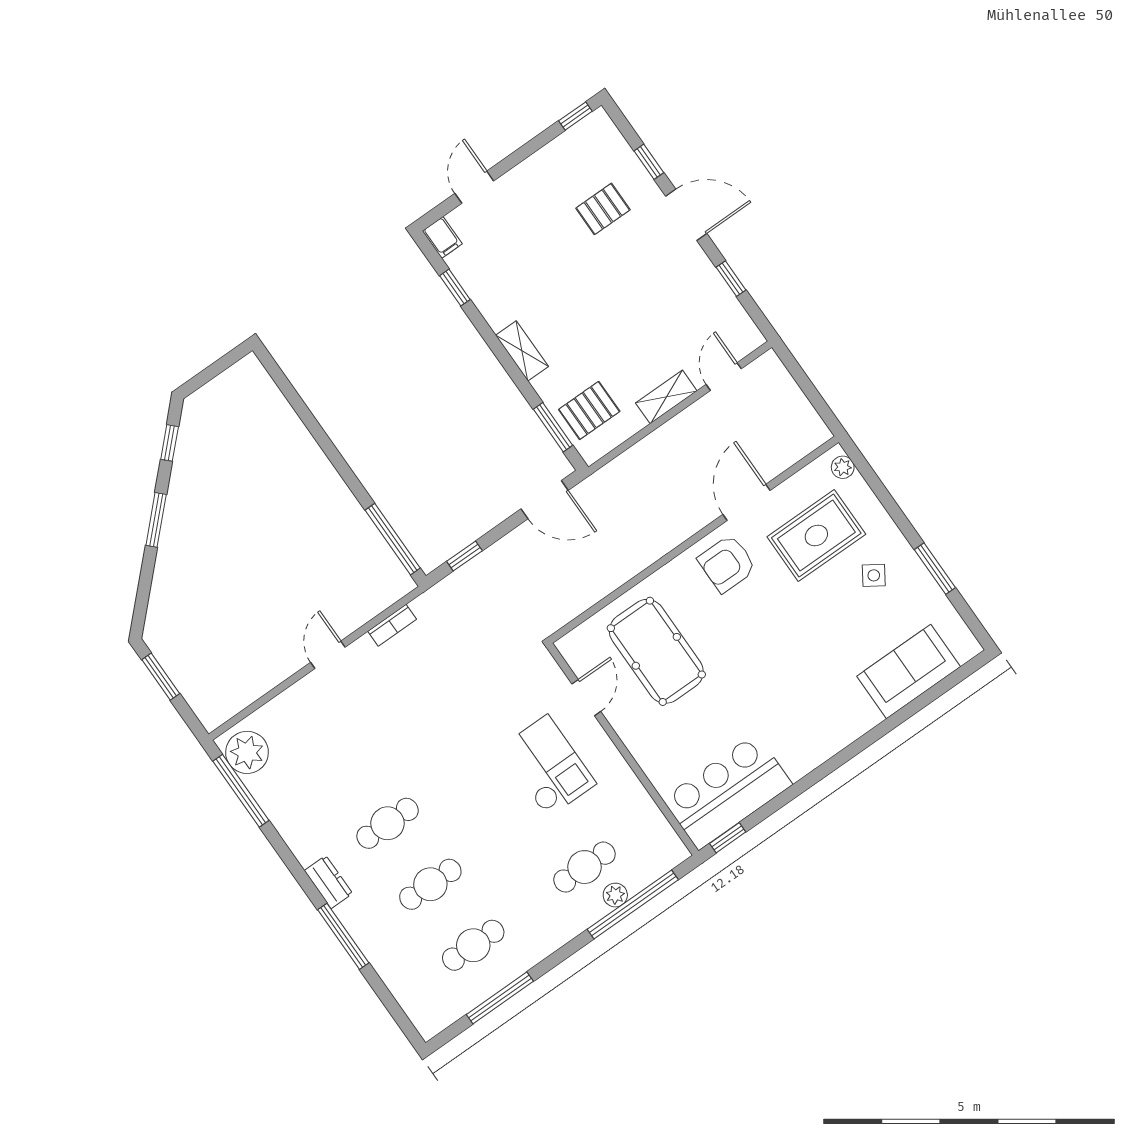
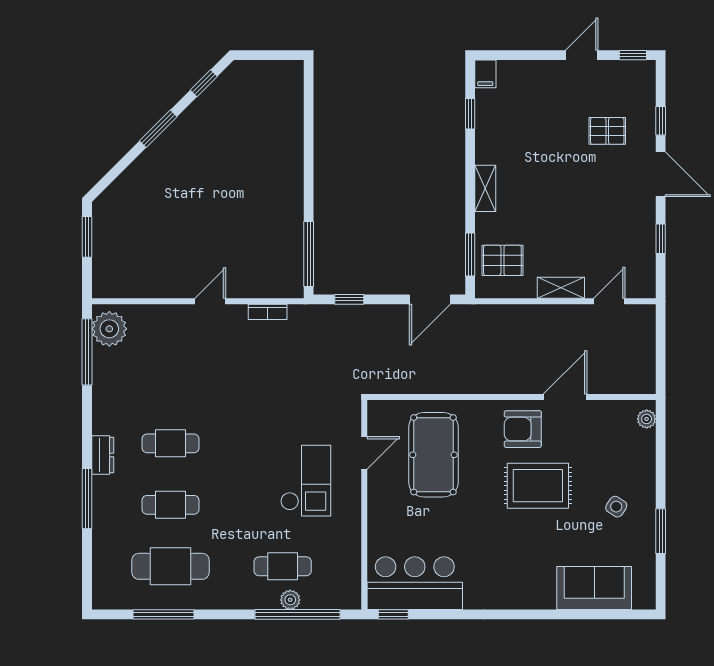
door: (474, 187) -> (582, 55), moved
door: (545, 500) -> (430, 299), hinge flipped
rug: (816, 535) -> (538, 486), moved
cafe table: (473, 945) -> (171, 566), width x1.37, depth x1.35

